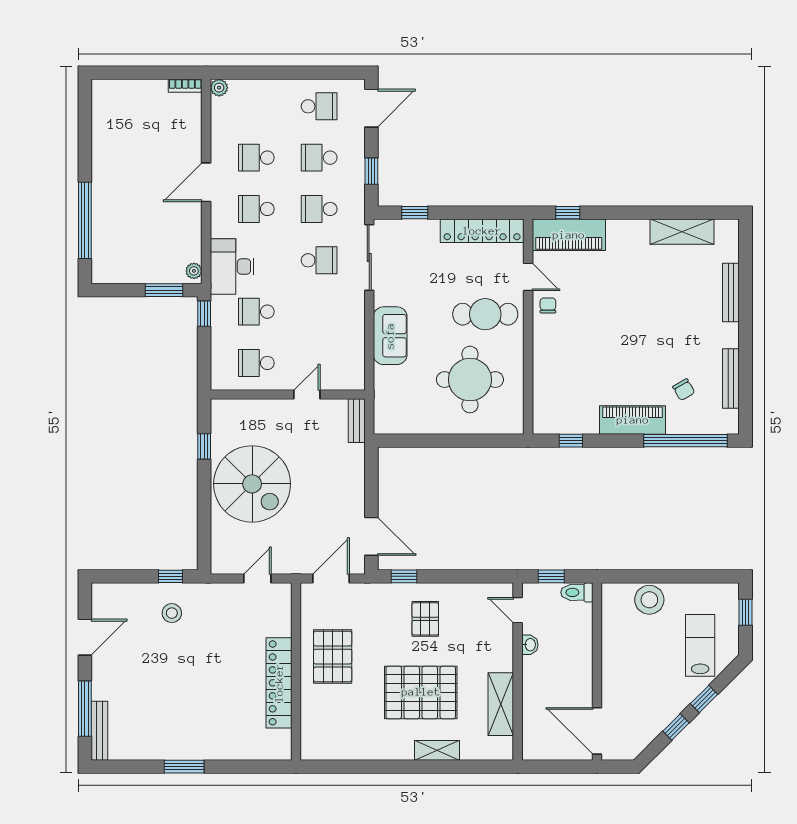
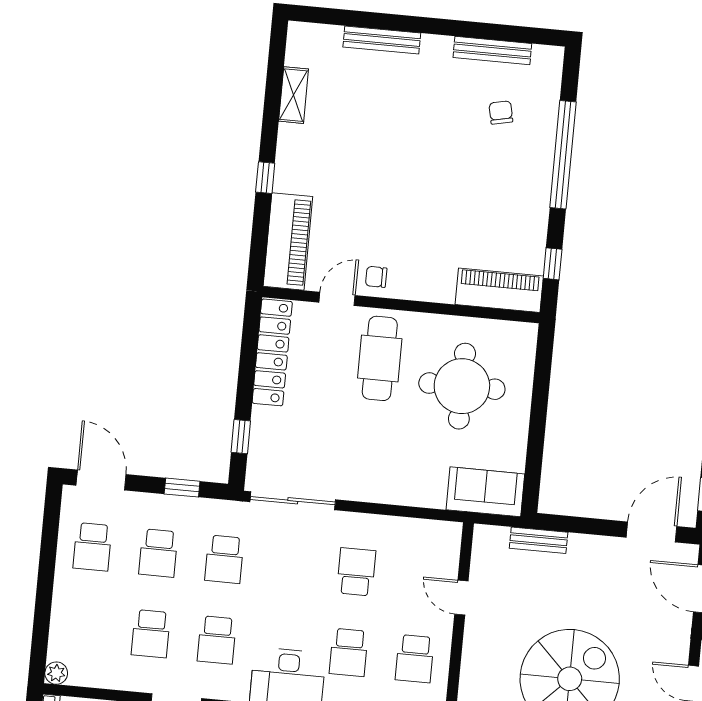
school desk: (319, 106) -> (92, 547), turned 180
window: (568, 213) -> (265, 178), moved
shelving: (682, 232) -> (294, 95), width x0.67, depth x0.75
school desk: (319, 260) -> (356, 572), moved
sofa: (390, 336) -> (485, 492), moved
chair: (684, 390) -> (501, 112), turned -72
piano: (633, 420) -> (499, 290), moved, turned 90
bench: (357, 421) -> (539, 540), moved
window: (686, 441) -> (563, 155), moved

